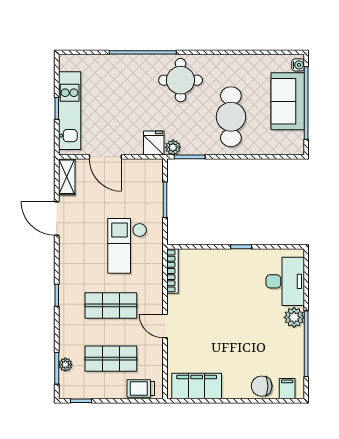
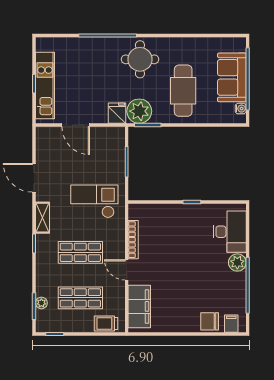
water cooler: (298, 65) -> (241, 109), moved
plant: (173, 147) -> (139, 111), width x1.87, depth x1.87
shelving: (67, 177) -> (42, 218), moved
checkout: (127, 246) -> (94, 201), turned 90
bookcase: (172, 271) -> (133, 240), moved
filing cabinet: (197, 386) -> (139, 306), moved, turned 90

